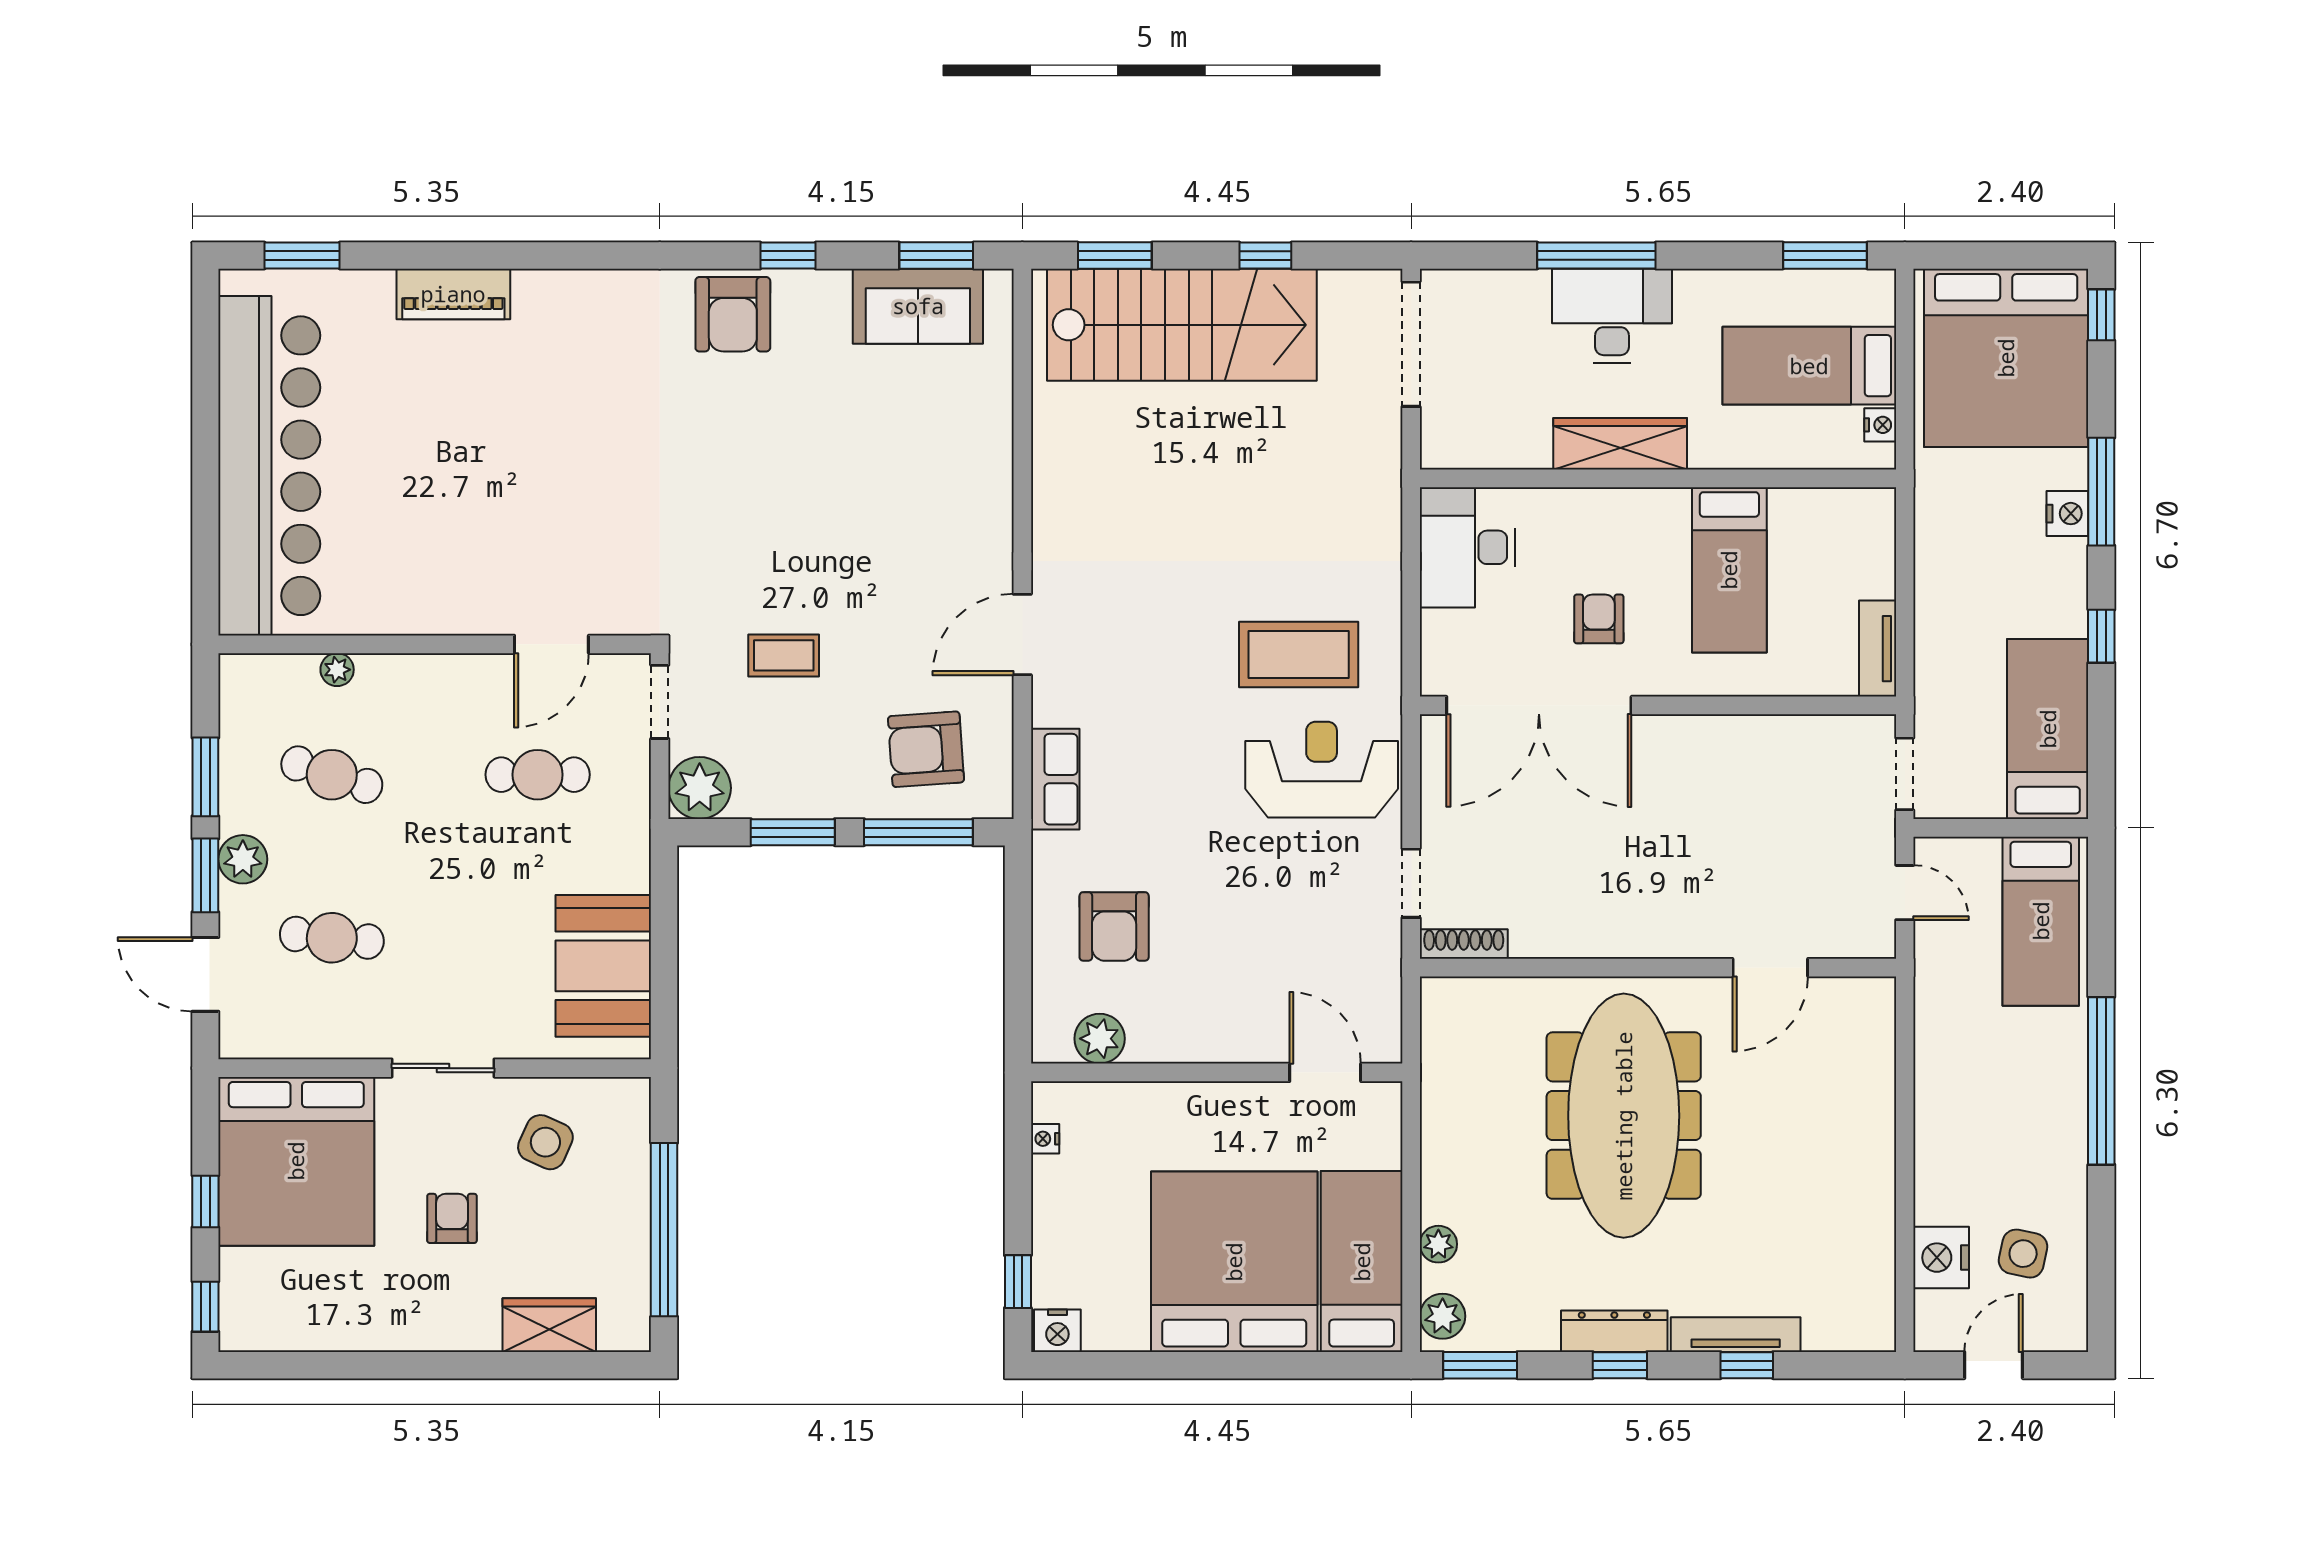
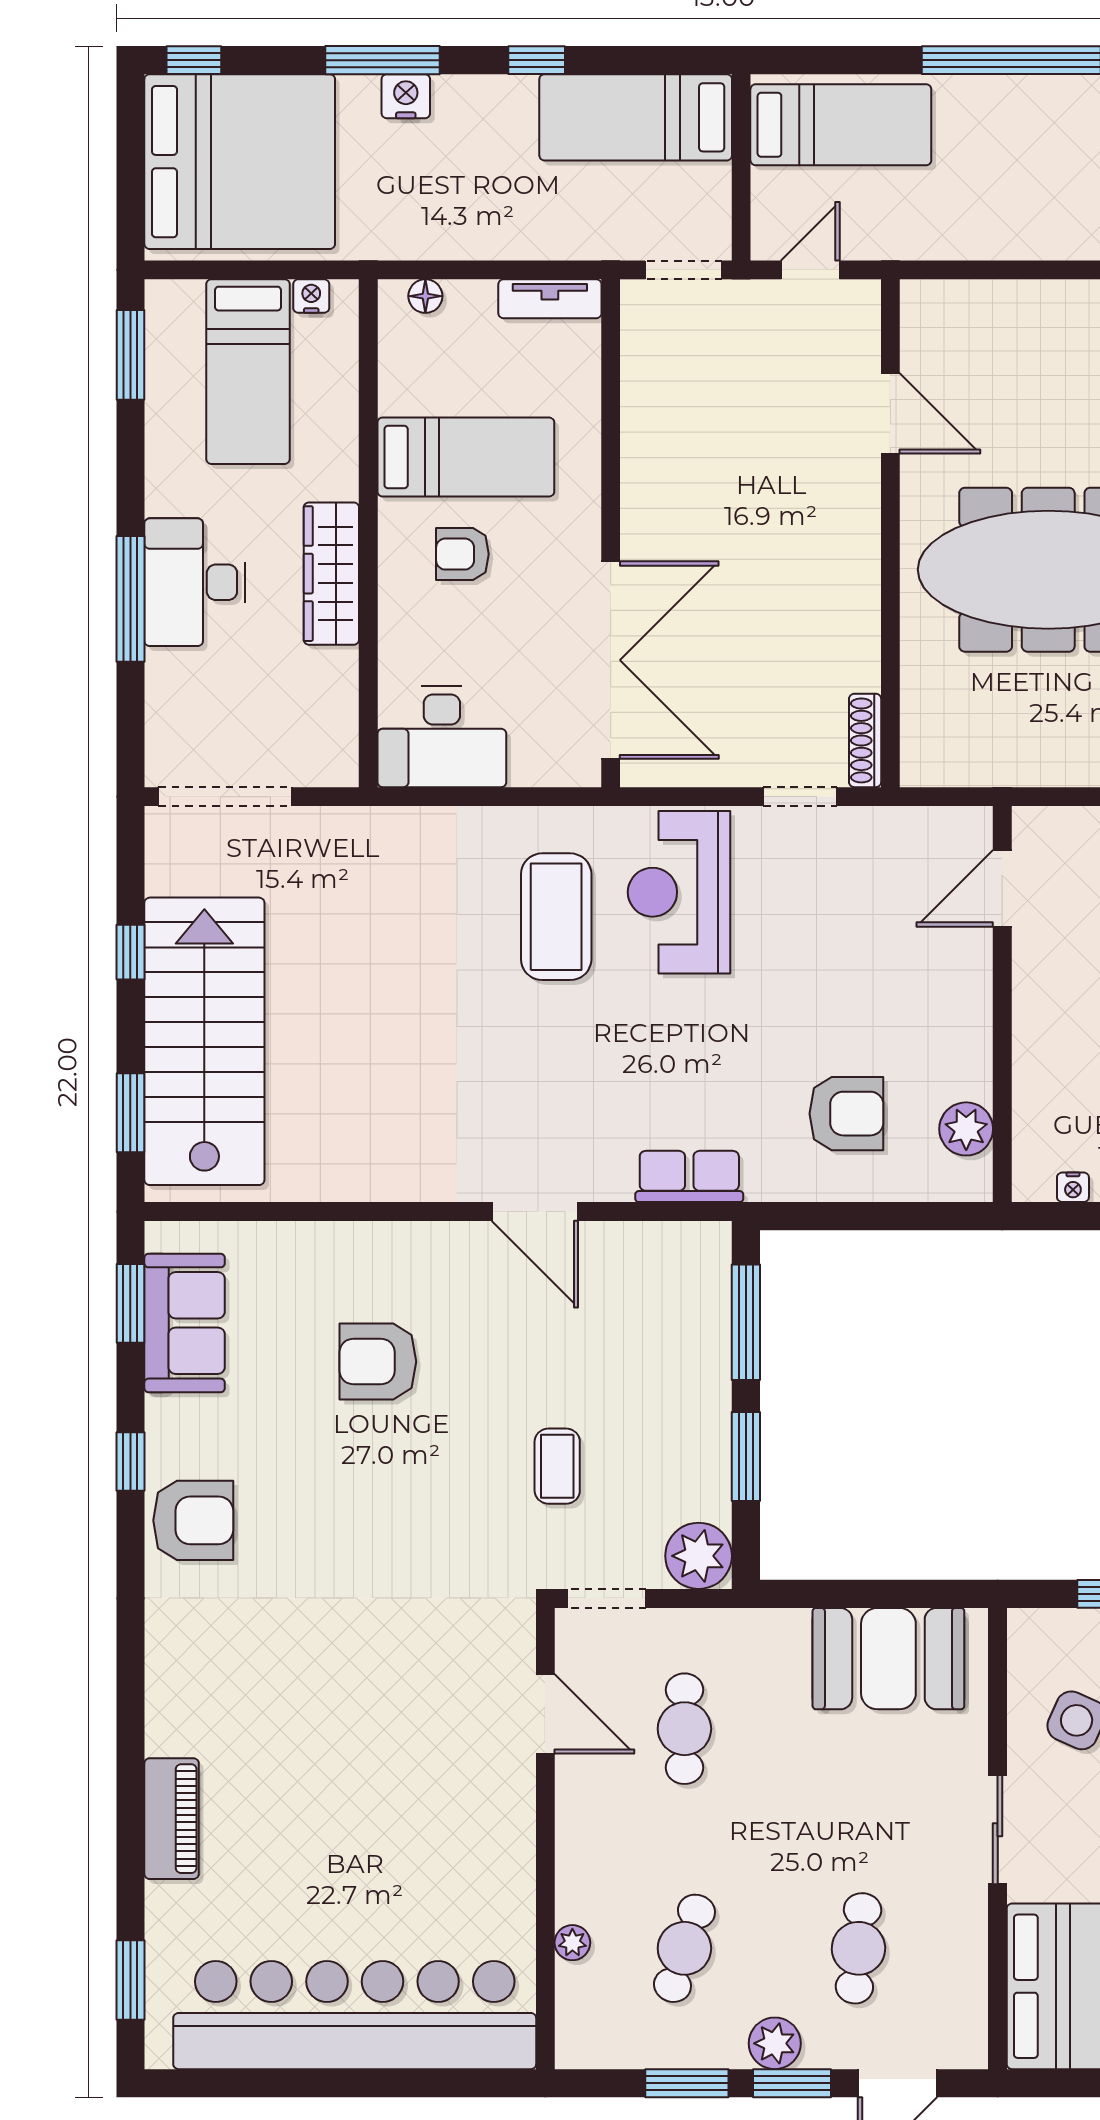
floor lamp: (1880, 532) -> (425, 296), added
armchair: (1599, 619) -> (462, 554), moved
armchair: (926, 749) -> (378, 1362), moved, turned 94

